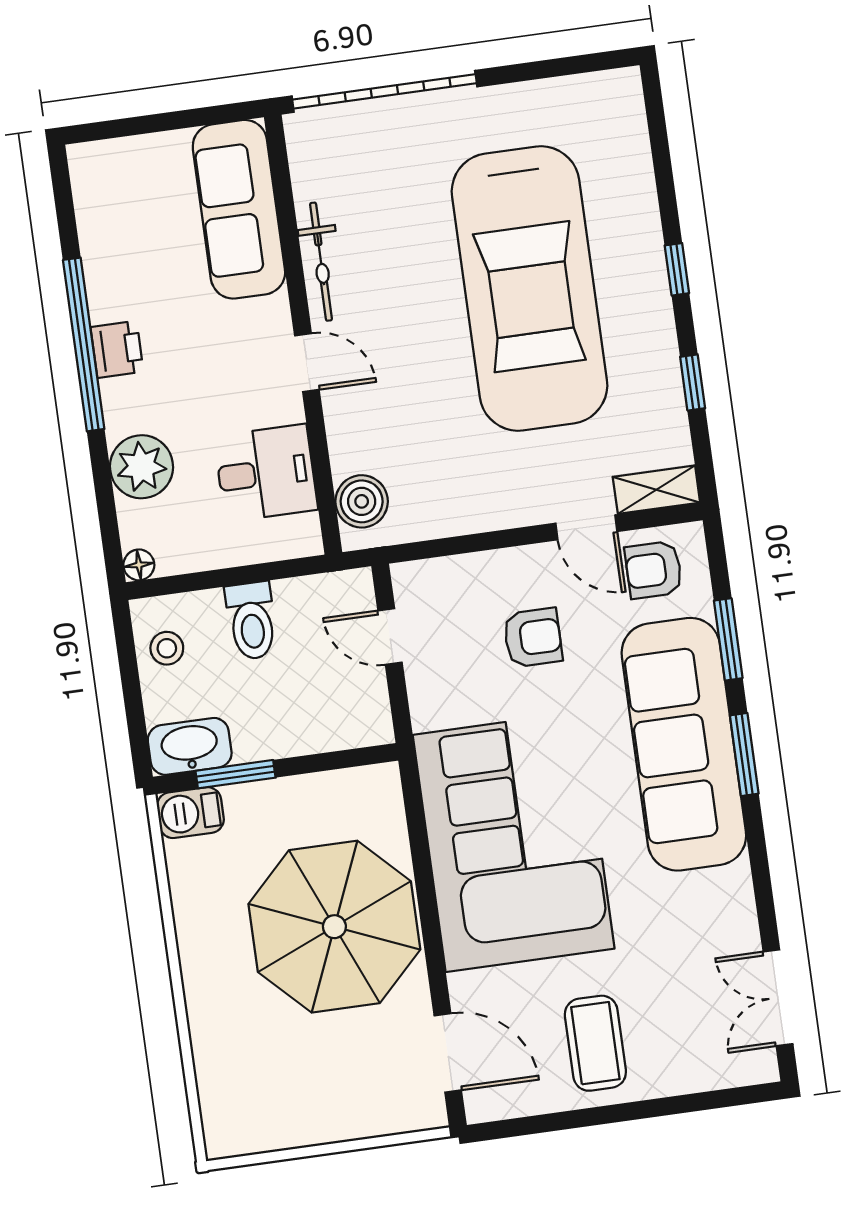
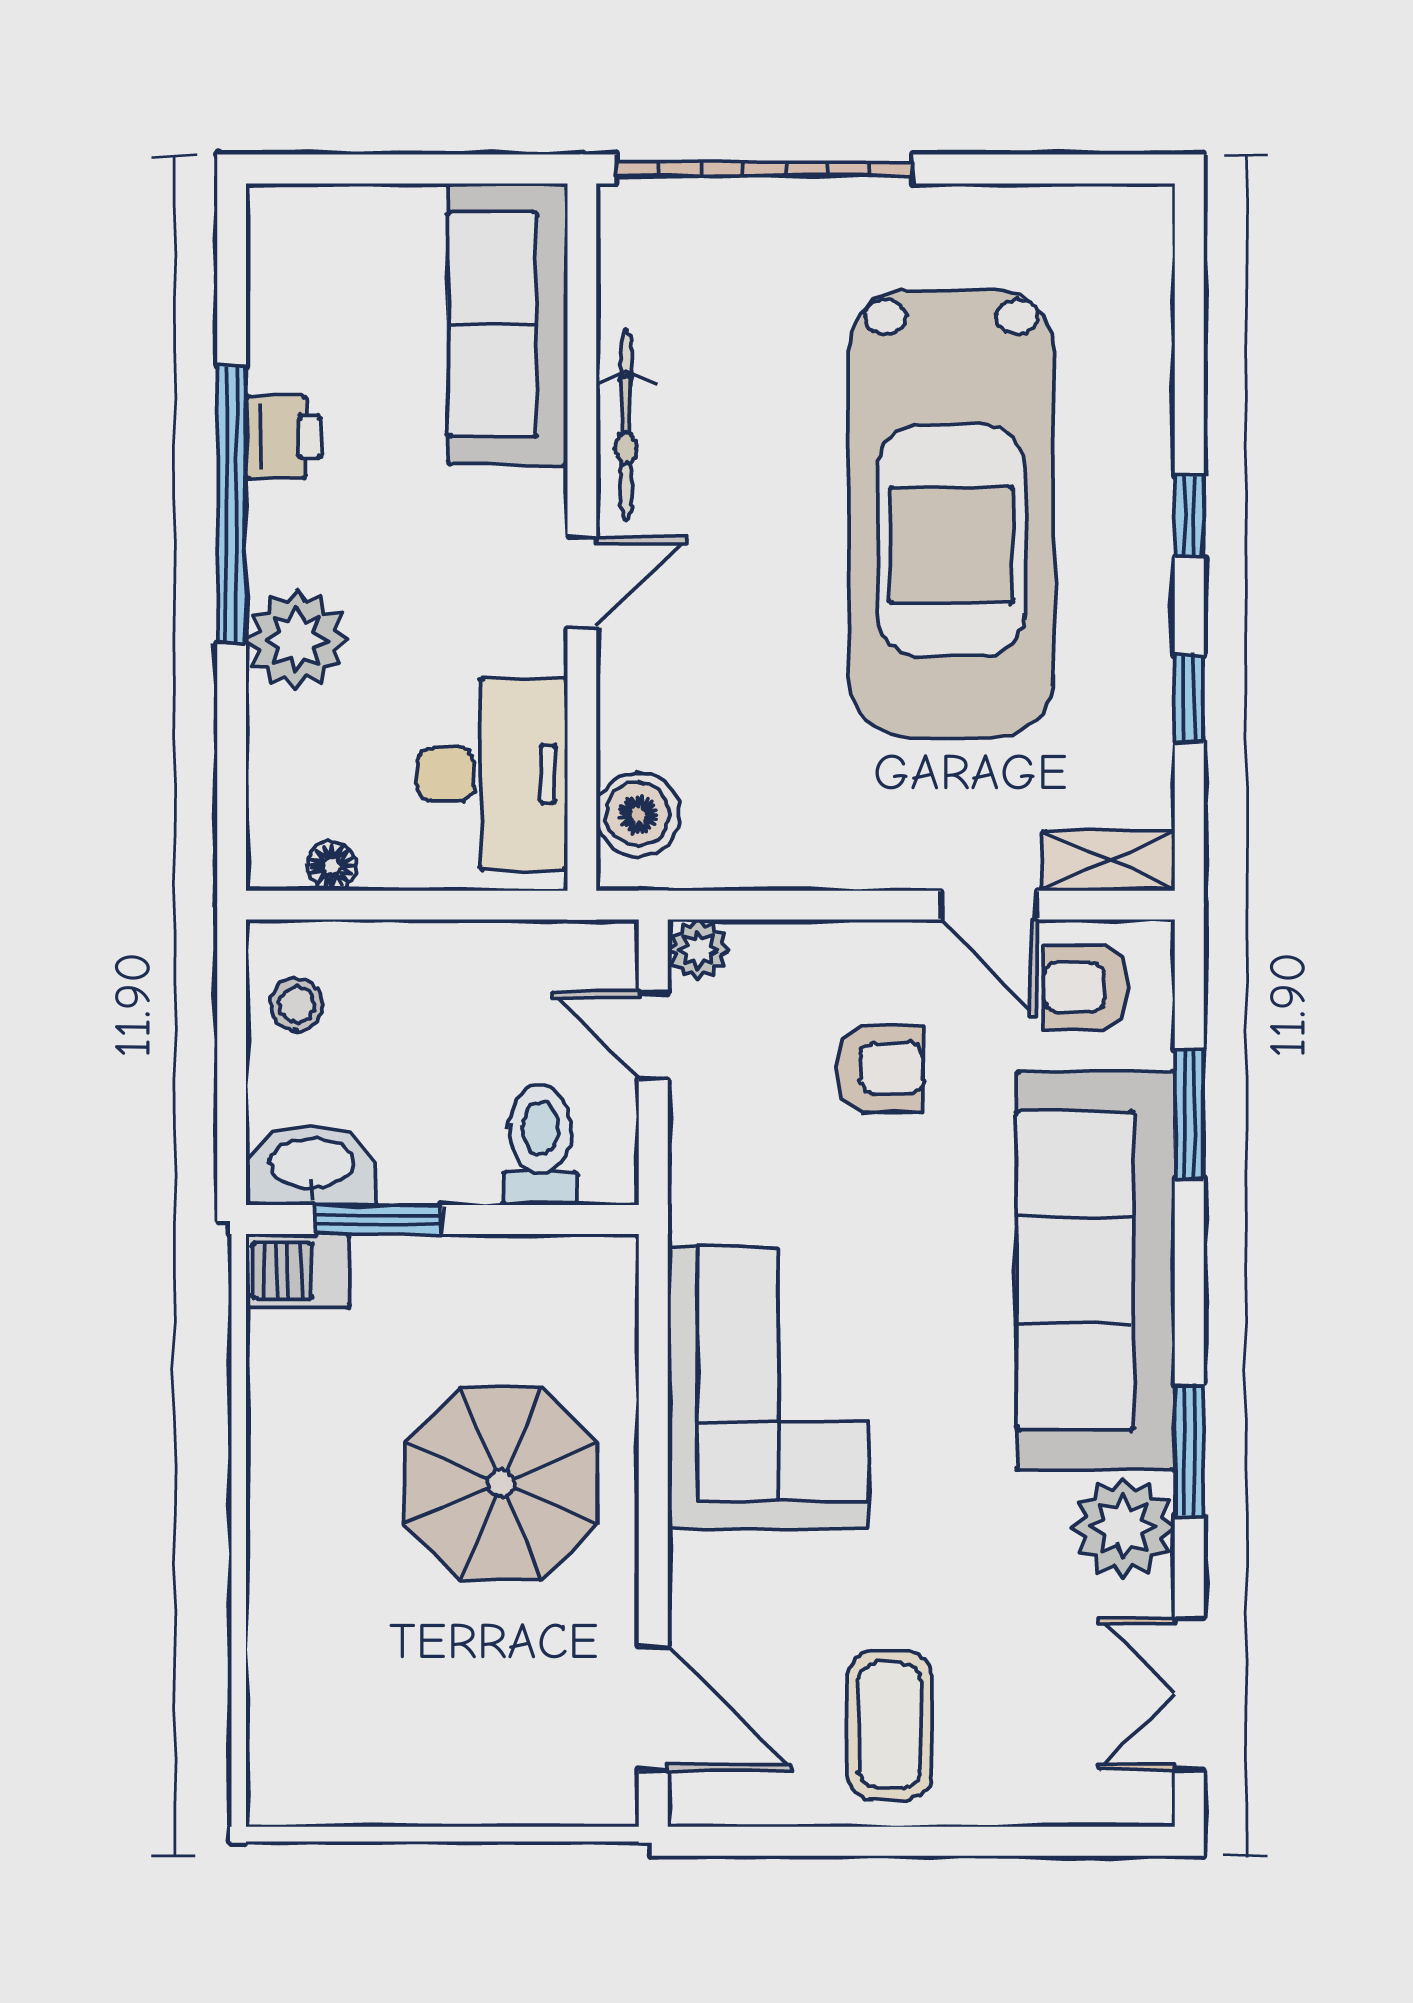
printer: (117, 349) -> (283, 437), moved
door: (307, 363) -> (582, 582), hinge flipped
plant: (142, 467) -> (296, 640), moved
desk: (266, 473) -> (492, 774), width x1.37
floor lamp: (139, 565) -> (332, 866), moved
plant: (410, 580) -> (698, 950), added
toilet: (251, 621) -> (540, 1145), moved, turned 180
window: (744, 754) -> (1189, 1450), moved
corner sofa: (514, 842) -> (768, 1388), width x0.73, depth x0.74
plant: (723, 901) -> (1123, 1527), added
parasol: (334, 927) -> (501, 1483), width x0.73, depth x0.73

